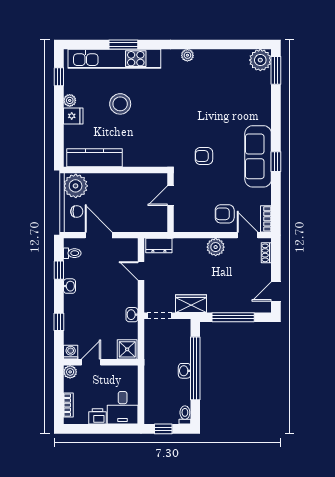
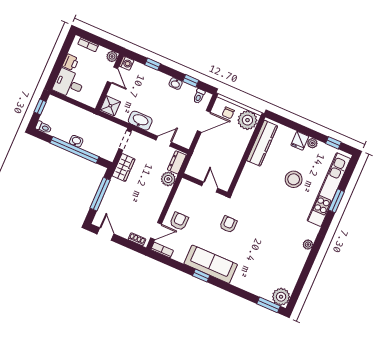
plant: (216, 247) -> (168, 179), moved
washbasin: (132, 315) -> (140, 121), width x1.91, depth x1.45

